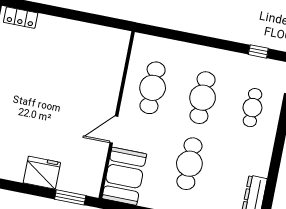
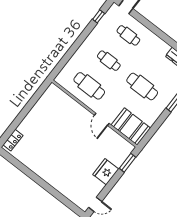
cafe table: (203, 98) -> (109, 61), width x0.73, depth x0.74

